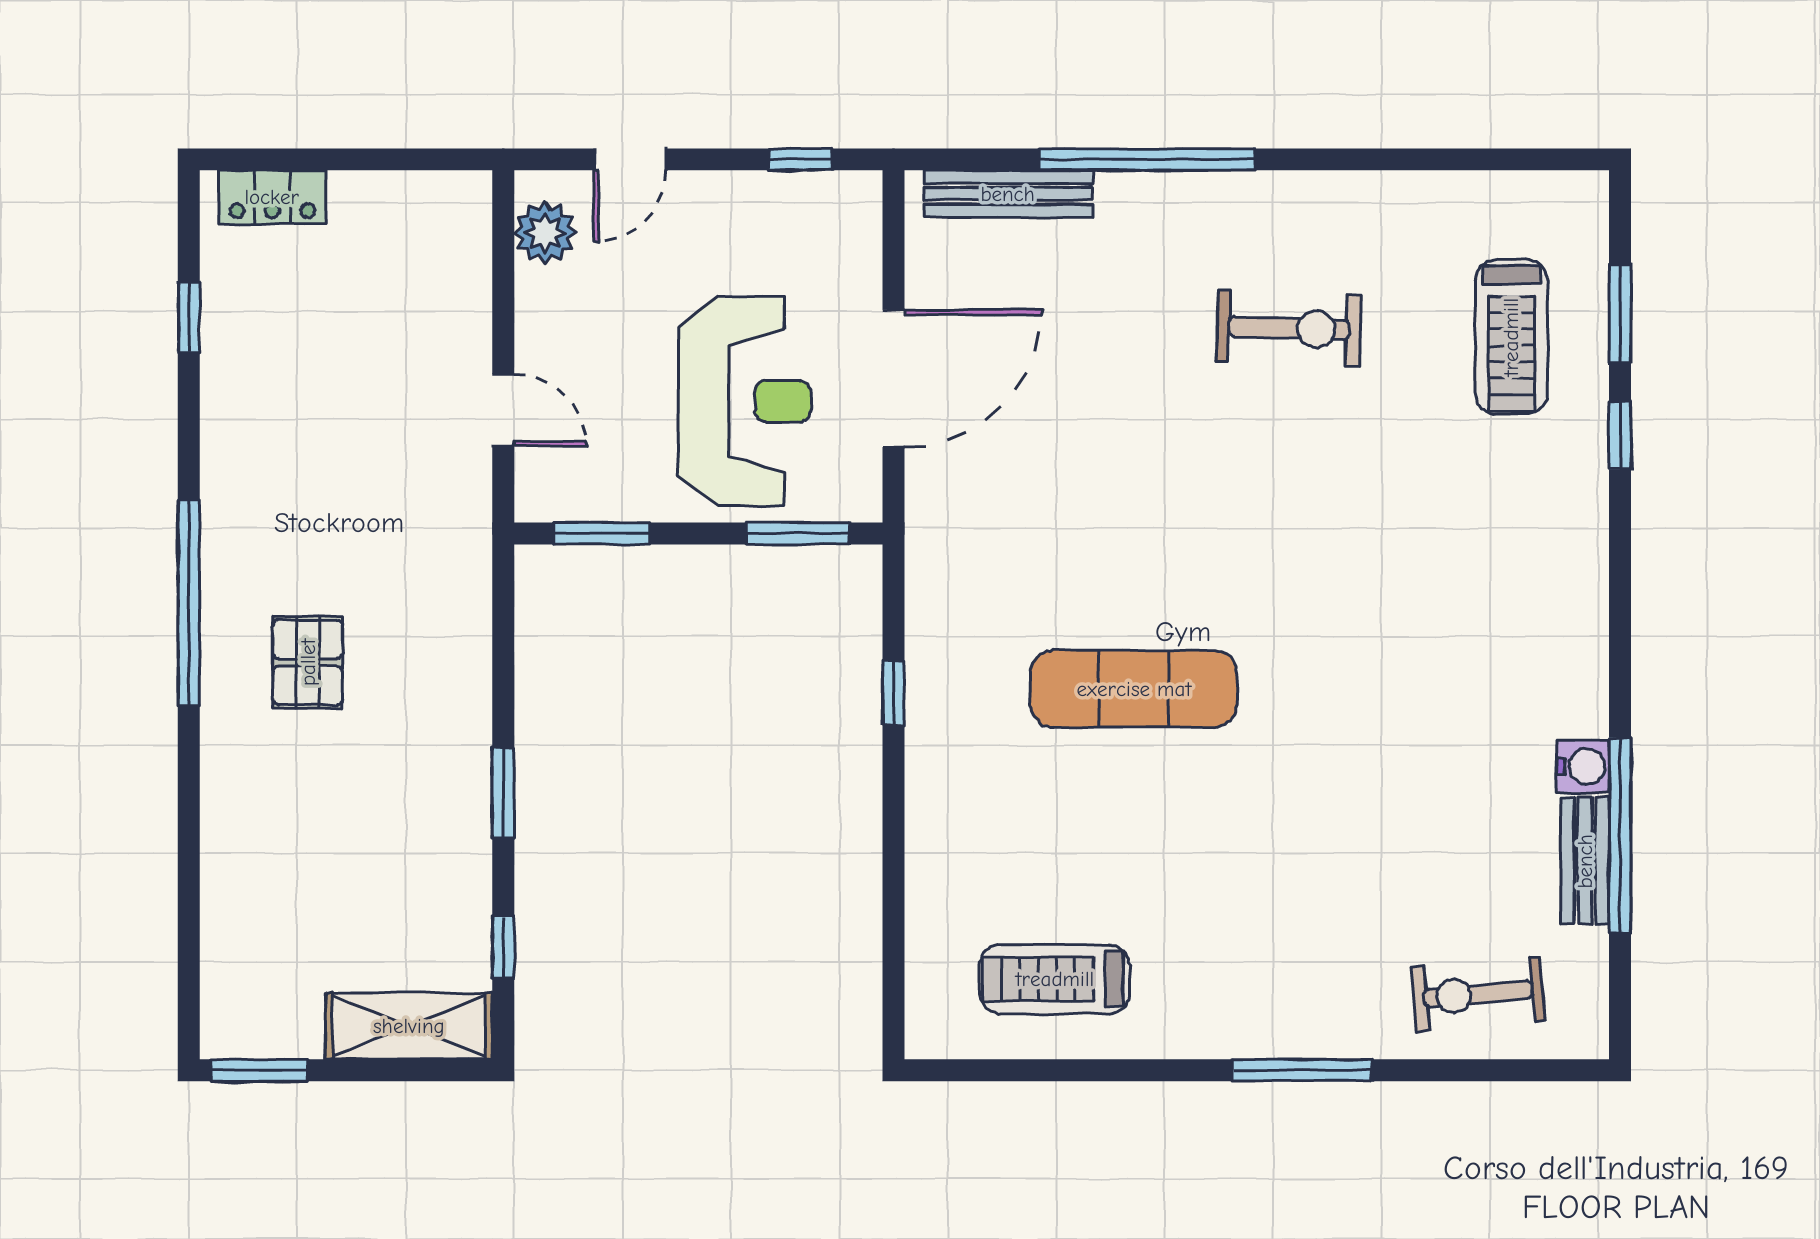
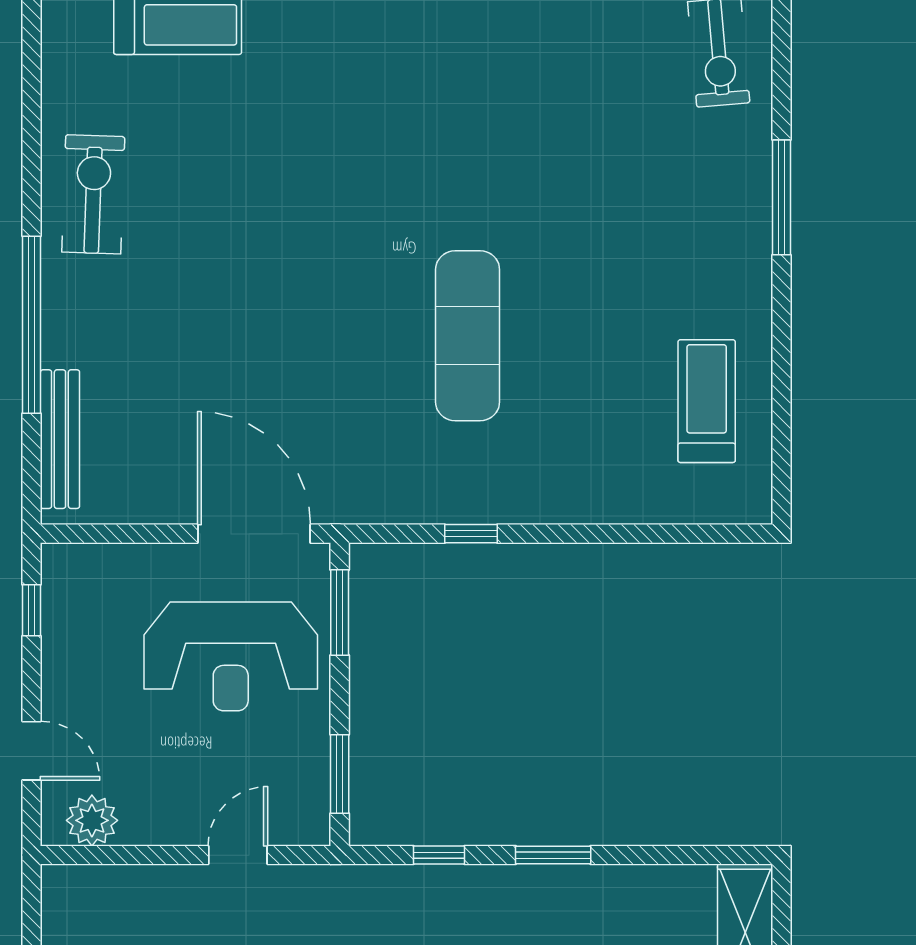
exercise bike: (1289, 328) -> (93, 194), moved
door: (894, 378) -> (254, 534), moved
reception desk: (744, 401) -> (231, 656), turned 180
window: (503, 947) -> (439, 855), moved
treadmill: (1055, 979) -> (707, 401), turned 180

